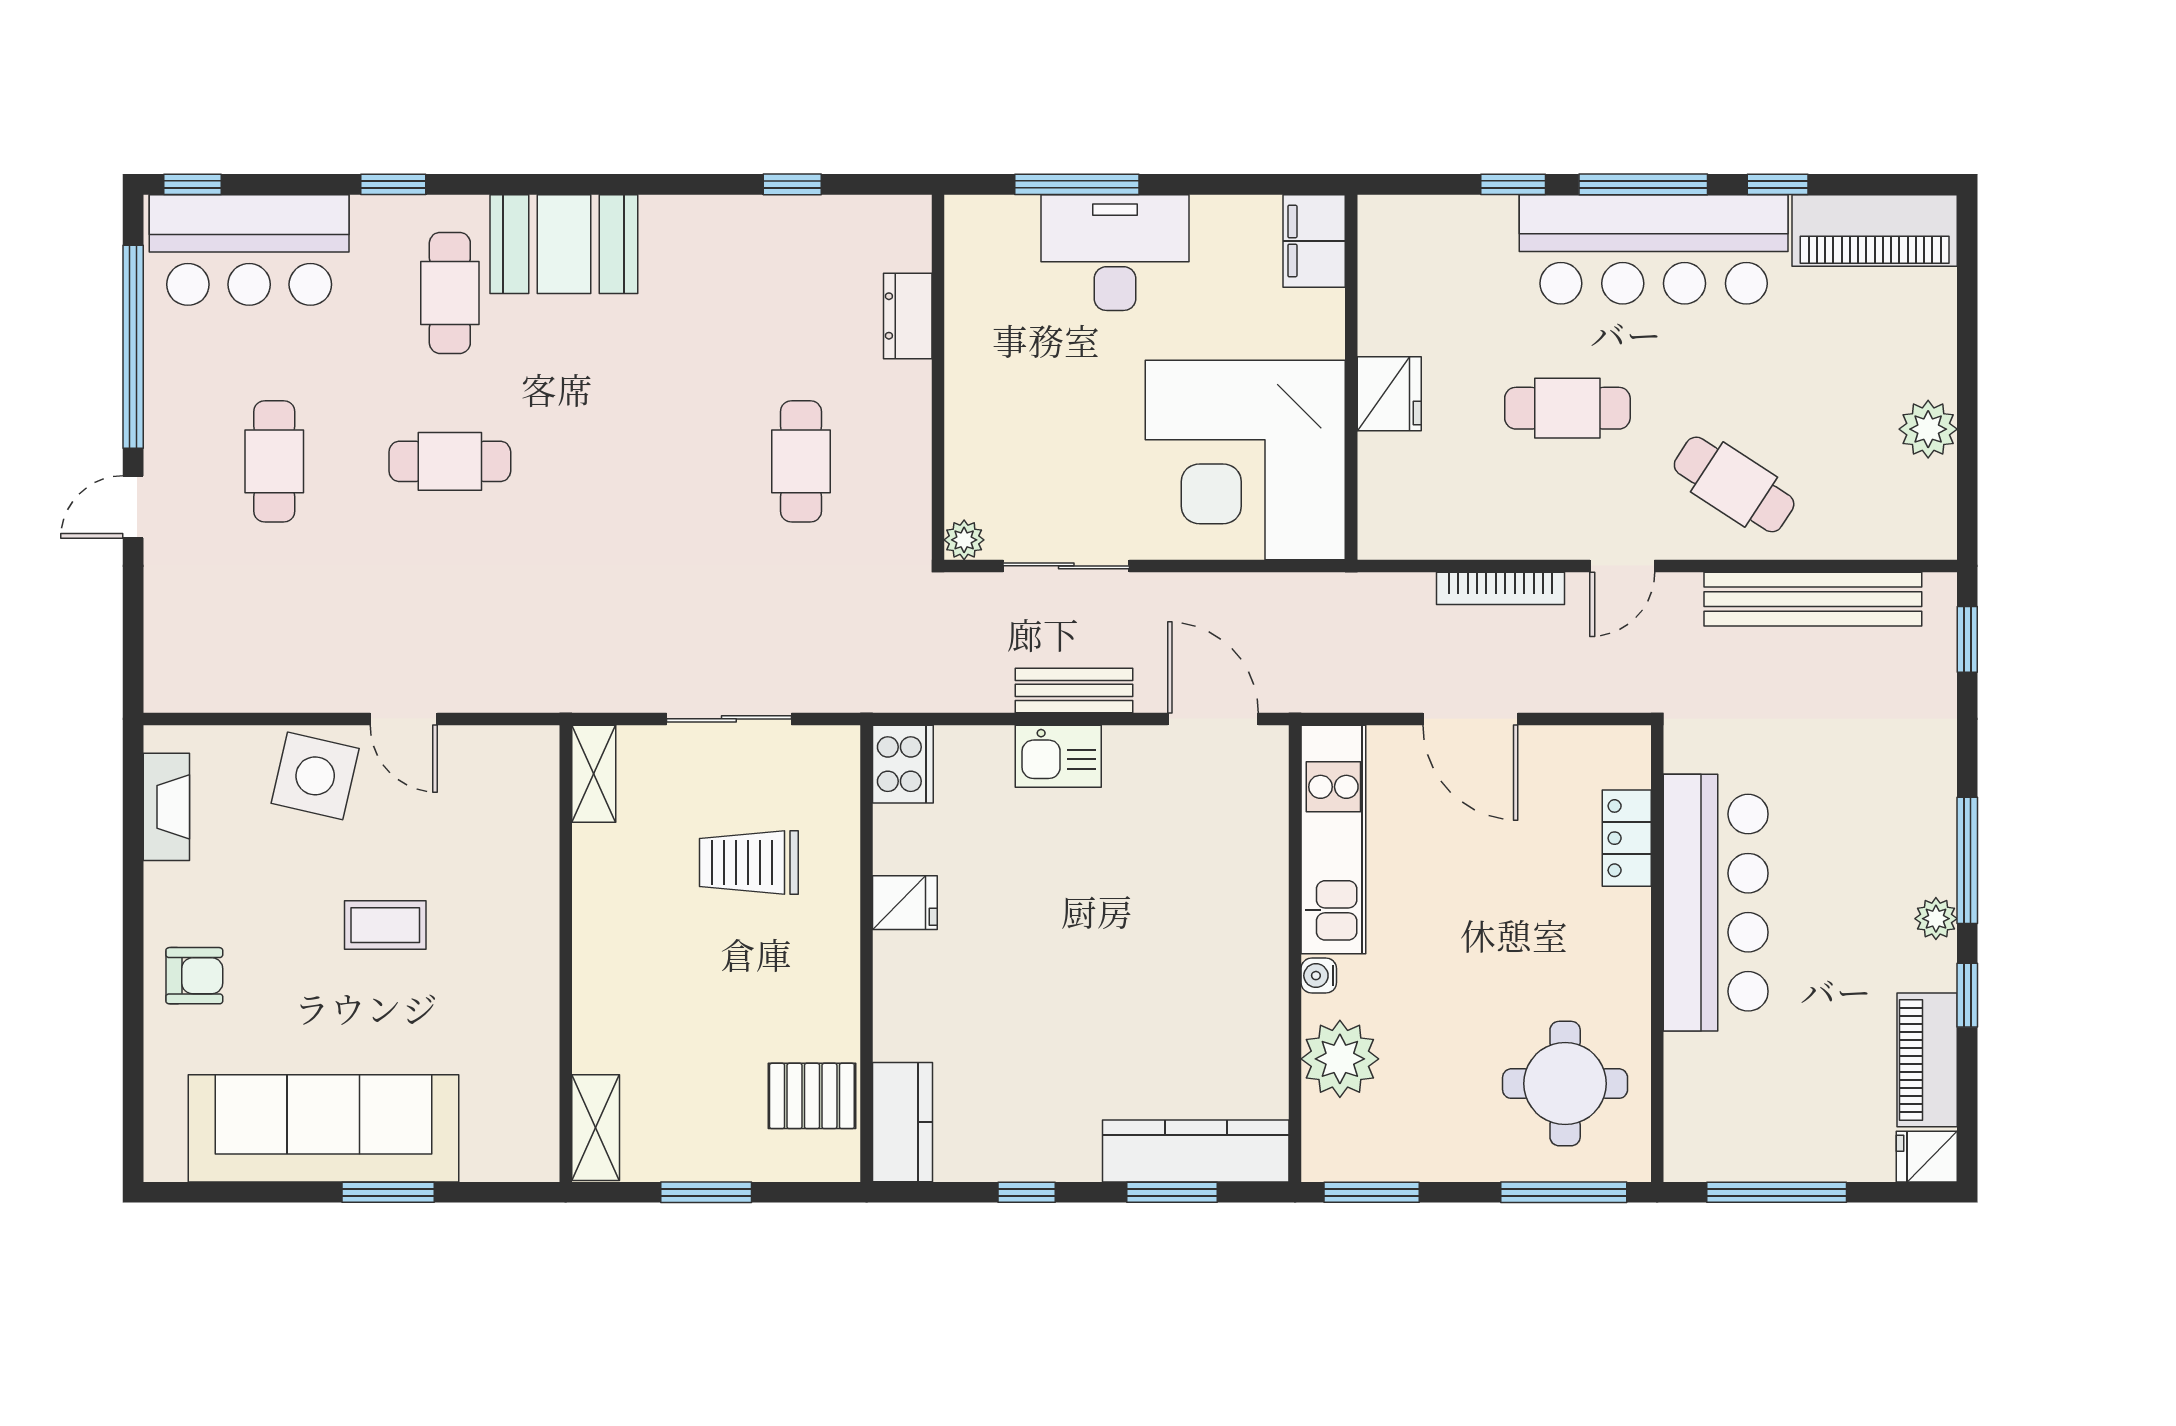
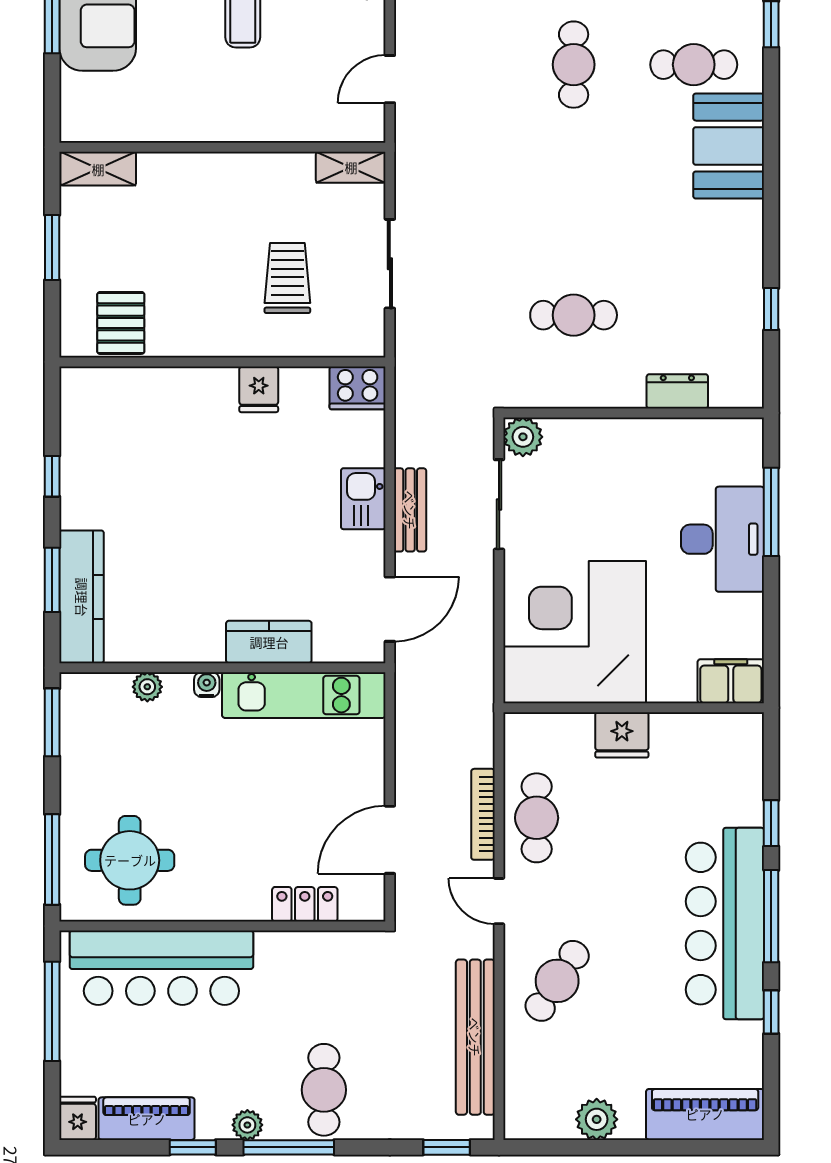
piano: (1875, 230) -> (705, 1114), moved, turned 90
cafe table: (1567, 408) -> (537, 818), moved
plant: (964, 540) -> (523, 437), width x1.38, depth x1.38
door: (404, 719) -> (390, 79), moved
door: (1470, 719) -> (390, 840), moved
cafe table: (1887, 811) -> (324, 1090), added
bar counter: (1716, 903) -> (161, 968), moved
plant: (1340, 1059) -> (147, 687), width x0.53, depth x0.53
kitchen counter: (903, 1122) -> (269, 642), moved, turned 180

